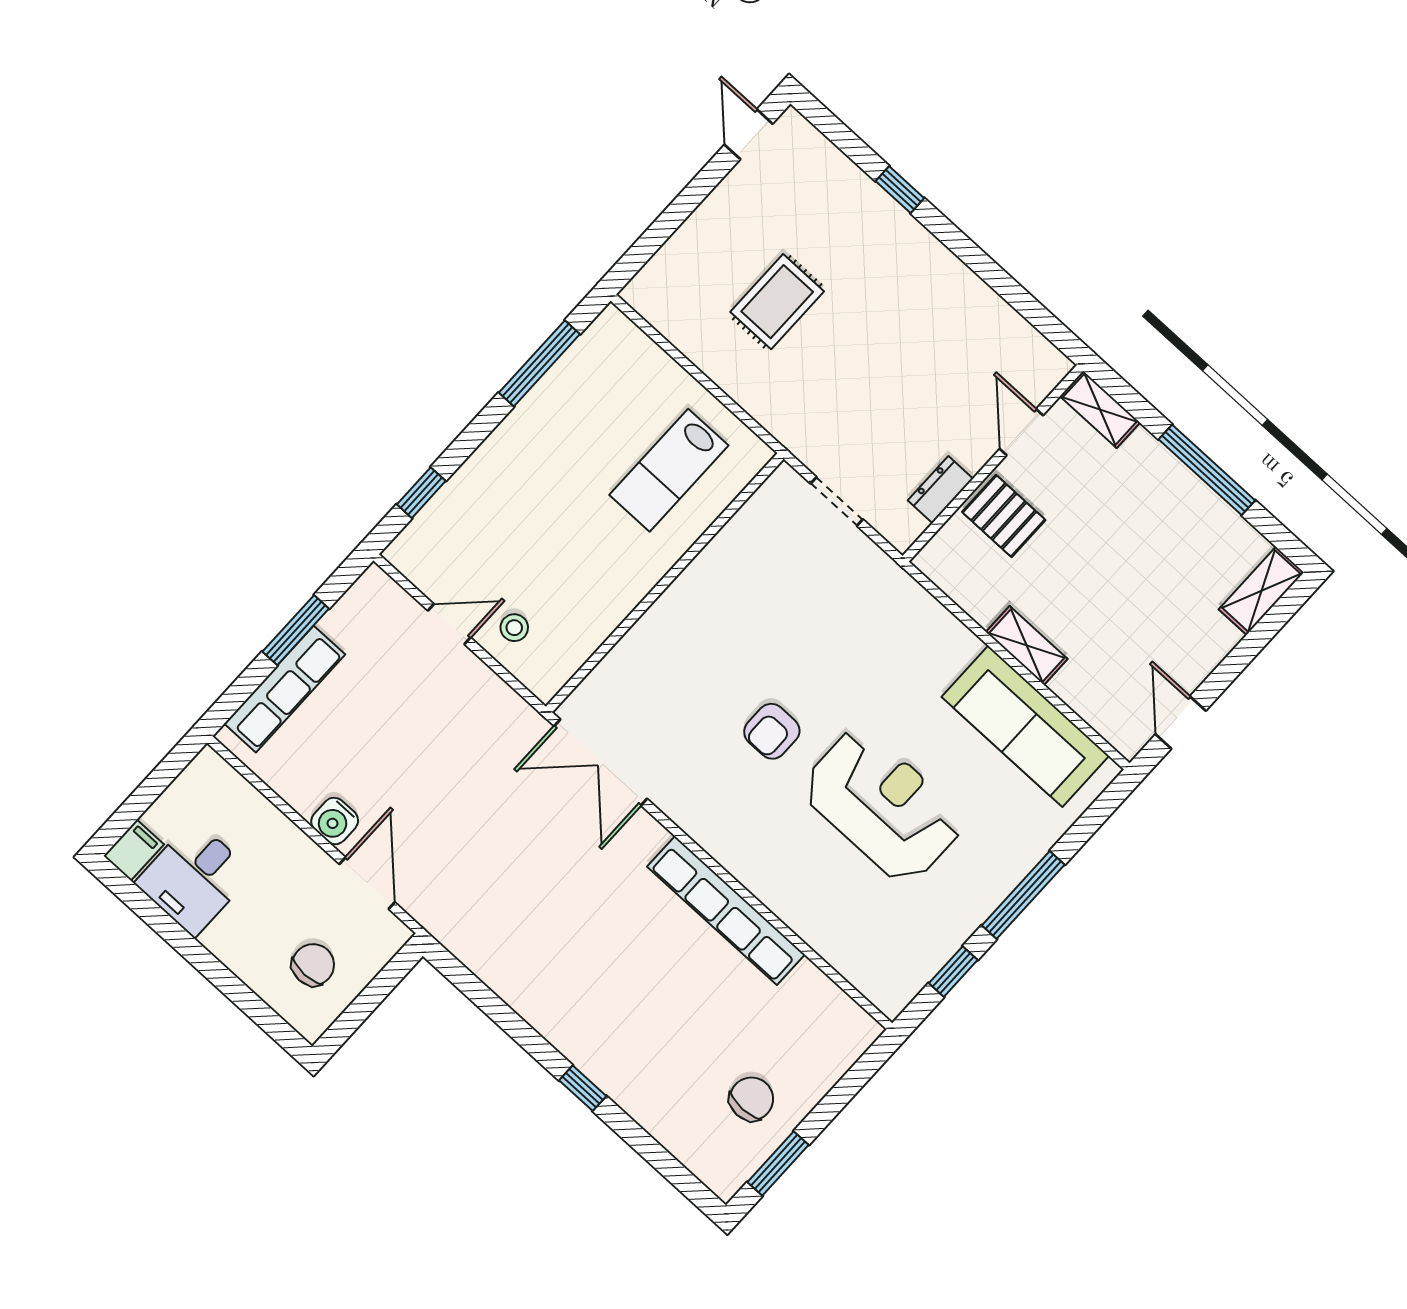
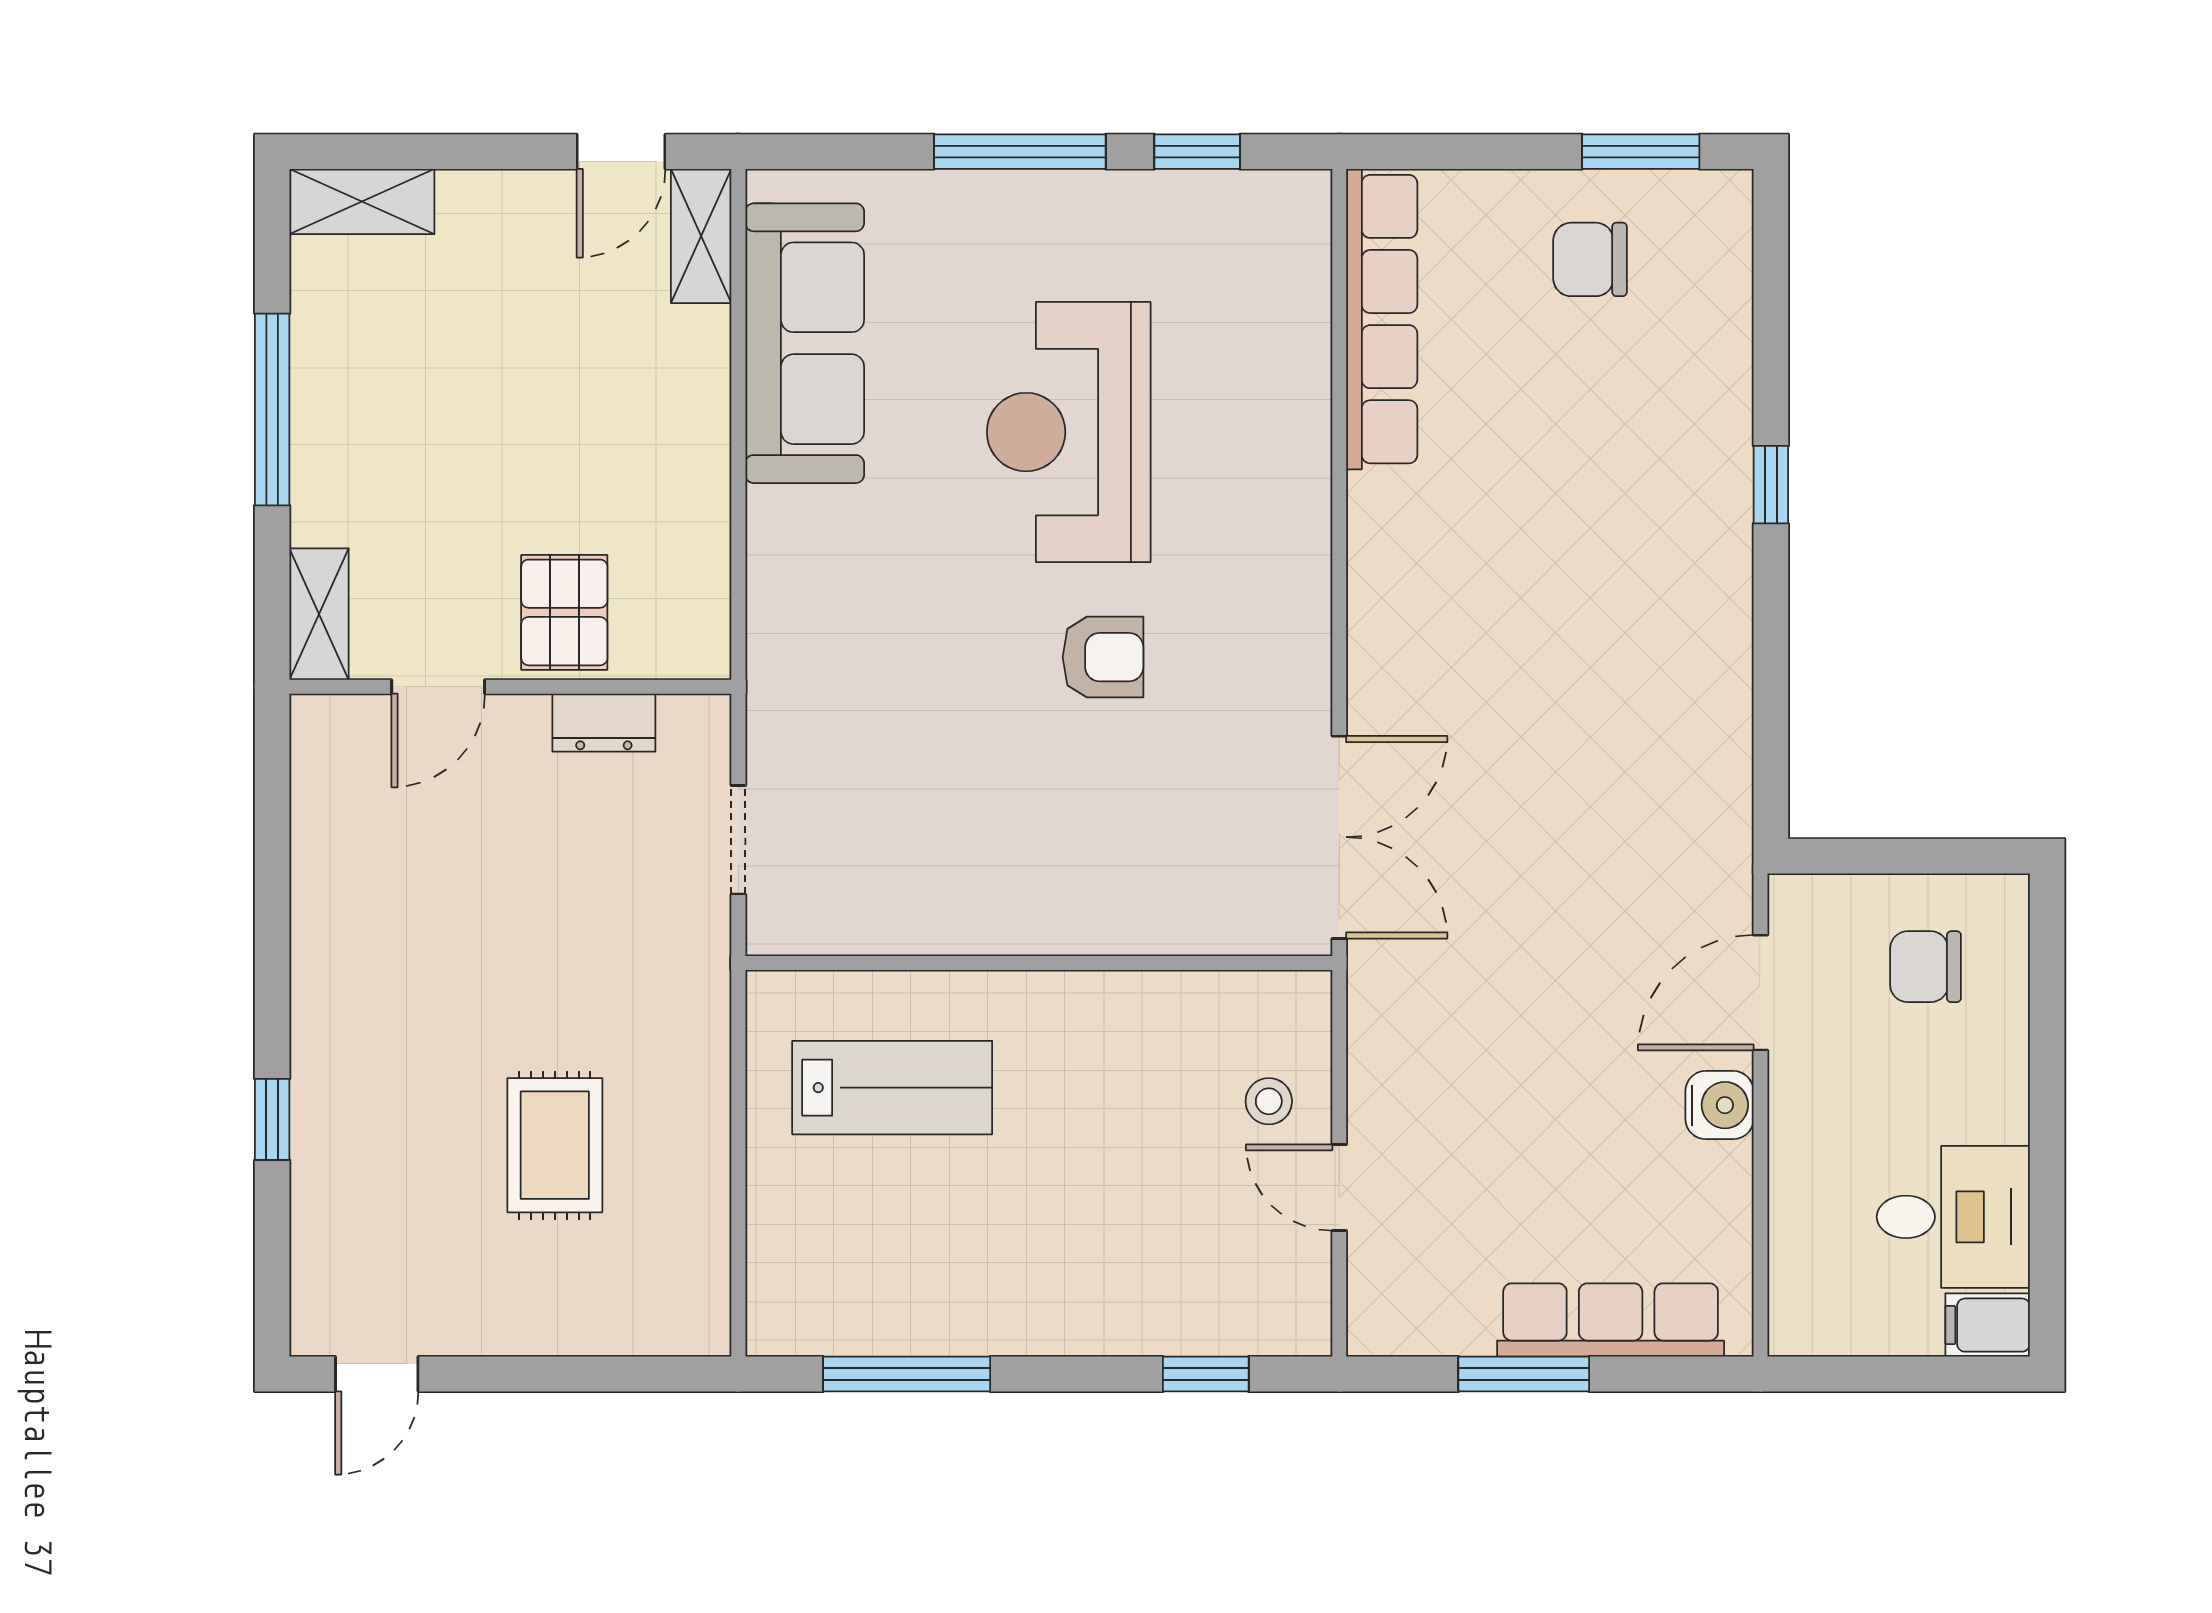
rug: (777, 302) -> (555, 1145), turned 90
shelving: (1027, 646) -> (701, 236), moved
row of seats: (726, 911) -> (1382, 319), moved

